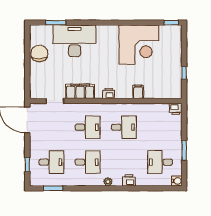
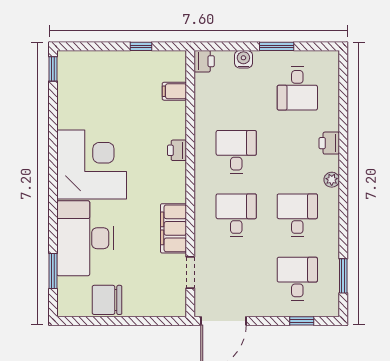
corner desk: (139, 45) -> (92, 164), moved
filing cabinet: (138, 92) -> (174, 91), moved
printer: (109, 93) -> (177, 150), moved
water cooler: (177, 181) -> (243, 59), moved

